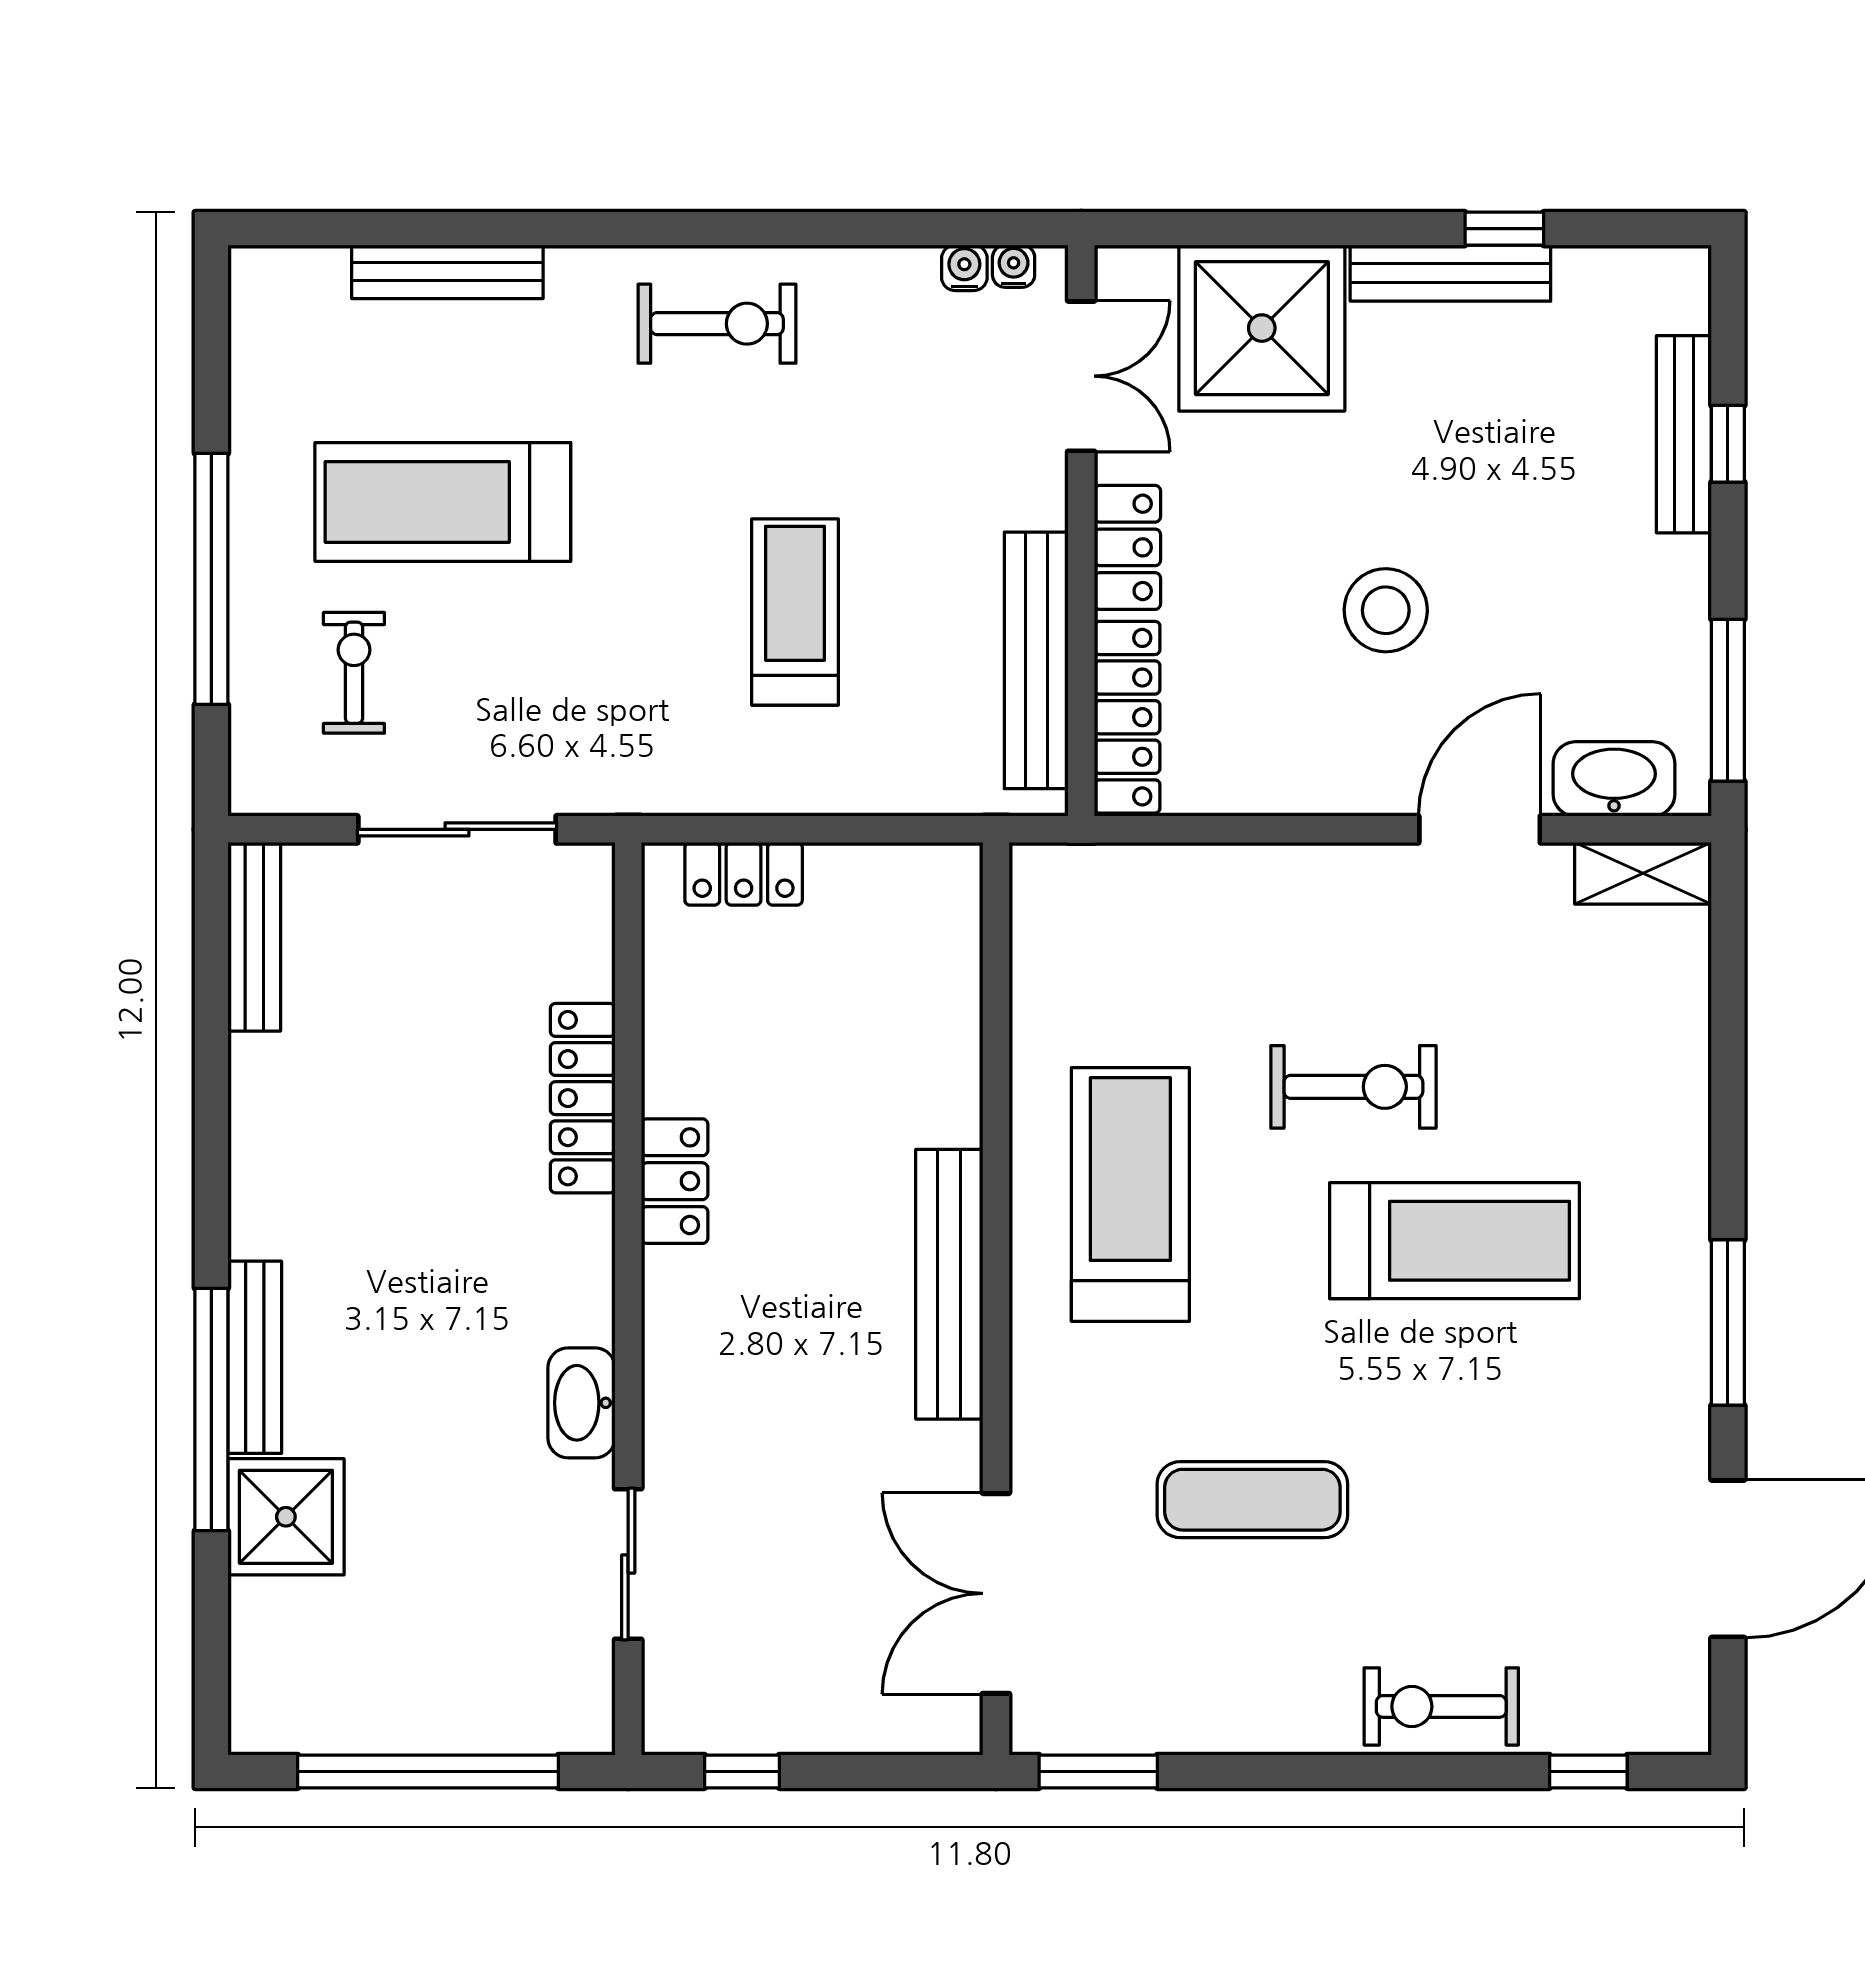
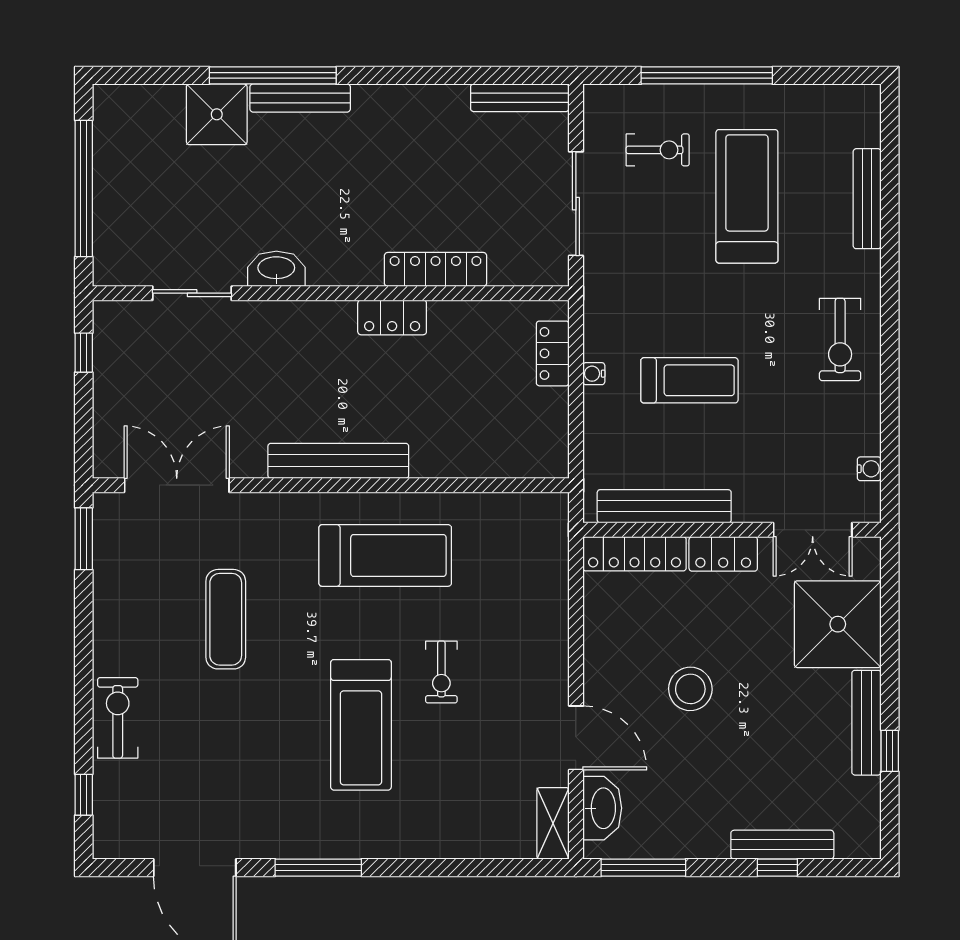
water cooler: (1014, 266) -> (594, 374), moved, turned 180
exercise bike: (1353, 1087) -> (441, 672), width x0.73, depth x0.72

